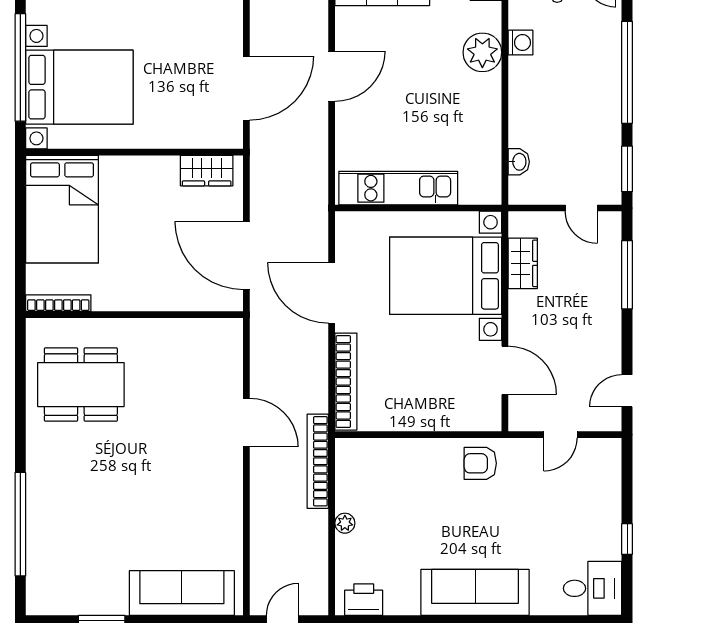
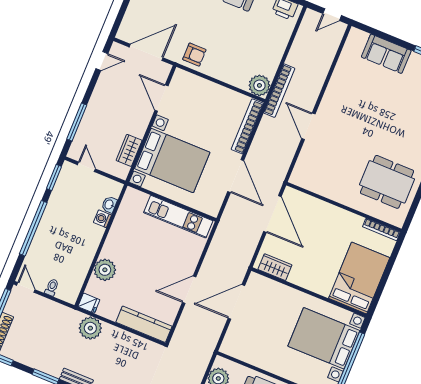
washing machine: (521, 43) -> (102, 219), moved
door: (560, 435) -> (146, 52), width x1.88
plant: (345, 523) -> (259, 85), moved, width x1.87, depth x1.87
sofa: (182, 593) -> (386, 54), width x0.73

